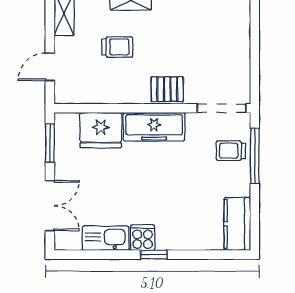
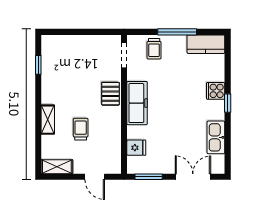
doorway: (222, 108) -> (124, 55), width x0.73
fridge: (101, 130) -> (136, 148), width x0.53, depth x0.75
window: (255, 156) -> (177, 32), moved
cooker: (143, 238) -> (216, 91), moved

